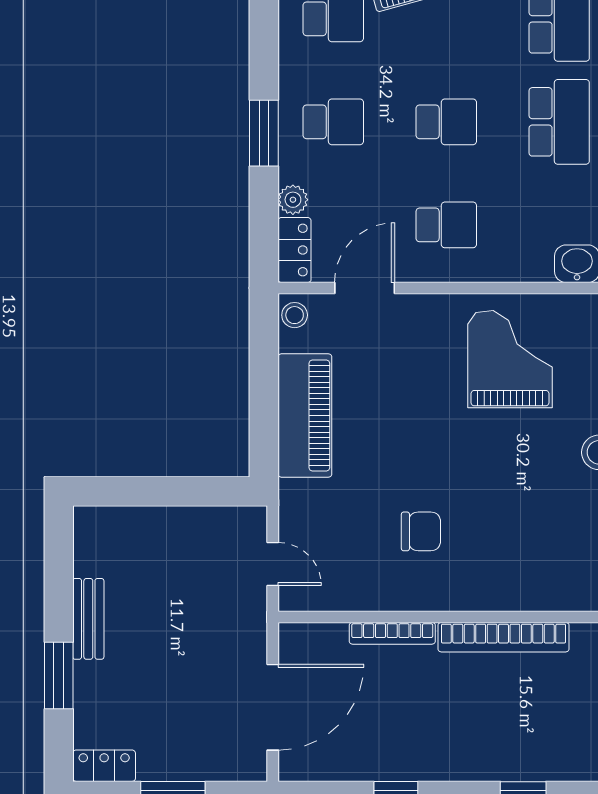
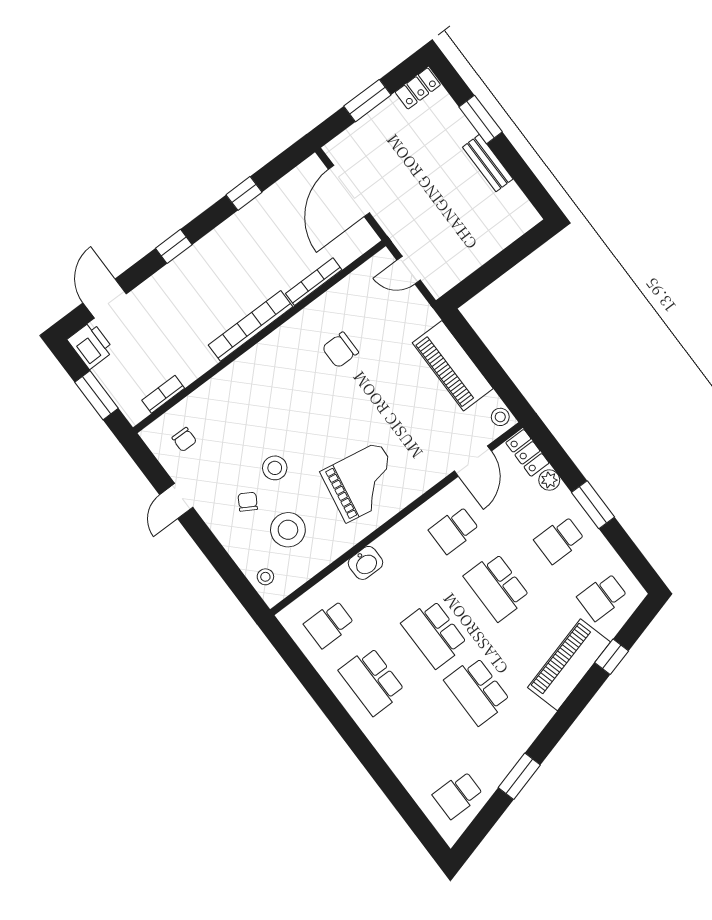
school desk: (446, 122) -> (497, 587), width x1.85
grand piano: (510, 359) -> (363, 482), turned -80

